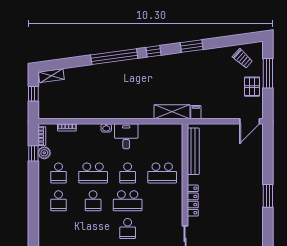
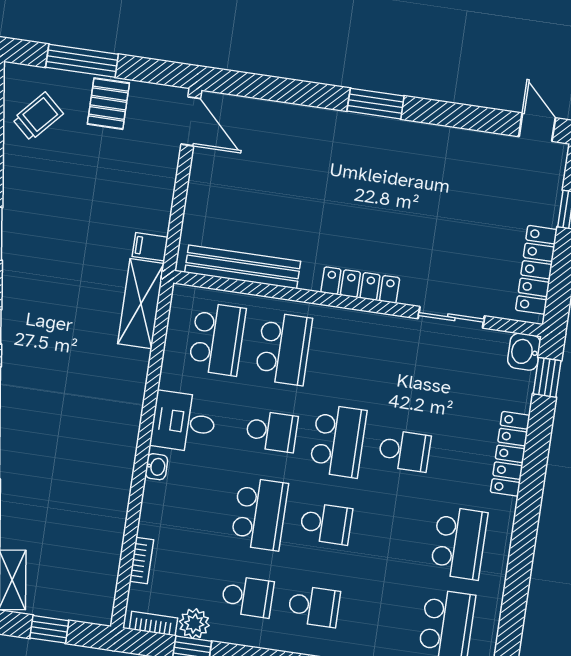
pallet: (252, 87) -> (108, 104), turned 90
school desk: (162, 145) -> (217, 339), added

